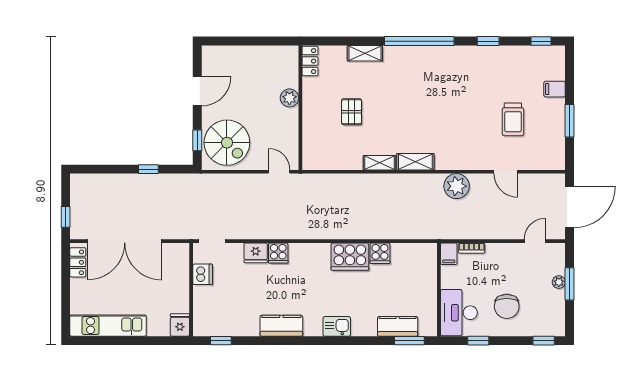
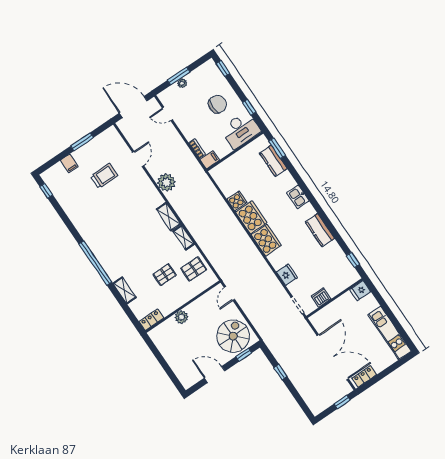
window: (488, 41) -> (68, 222), removed
pallet: (335, 150) -> (194, 269), added
cooker: (278, 253) -> (266, 240), moved, width x1.87, depth x1.31

